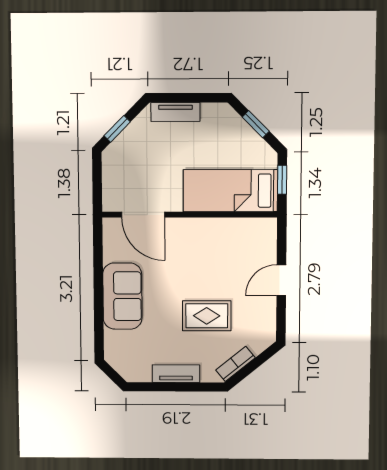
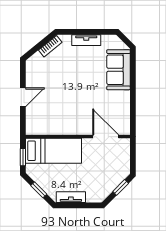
tv unit: (175, 112) -> (71, 197), moved
sofa: (122, 296) -> (119, 70), moved
rug: (207, 316) -> (68, 76), removed

